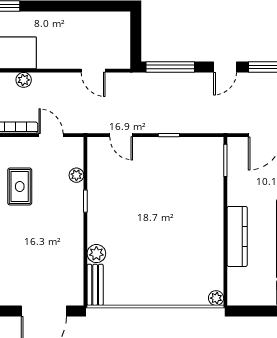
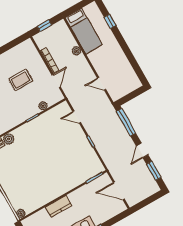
door: (225, 67) -> (142, 150), hinge flipped
door: (93, 71) -> (102, 84), hinge flipped
door: (121, 135) -> (77, 117), hinge flipped
kitchen counter: (237, 236) -> (59, 206), width x0.67

